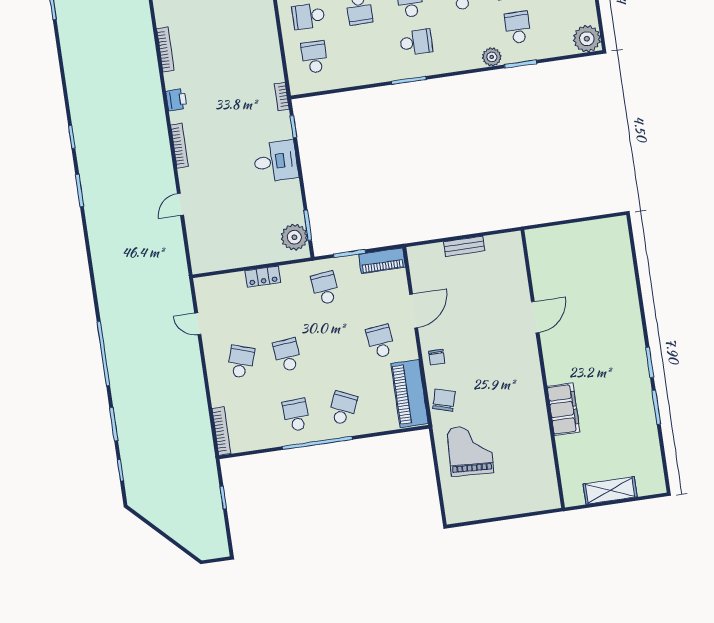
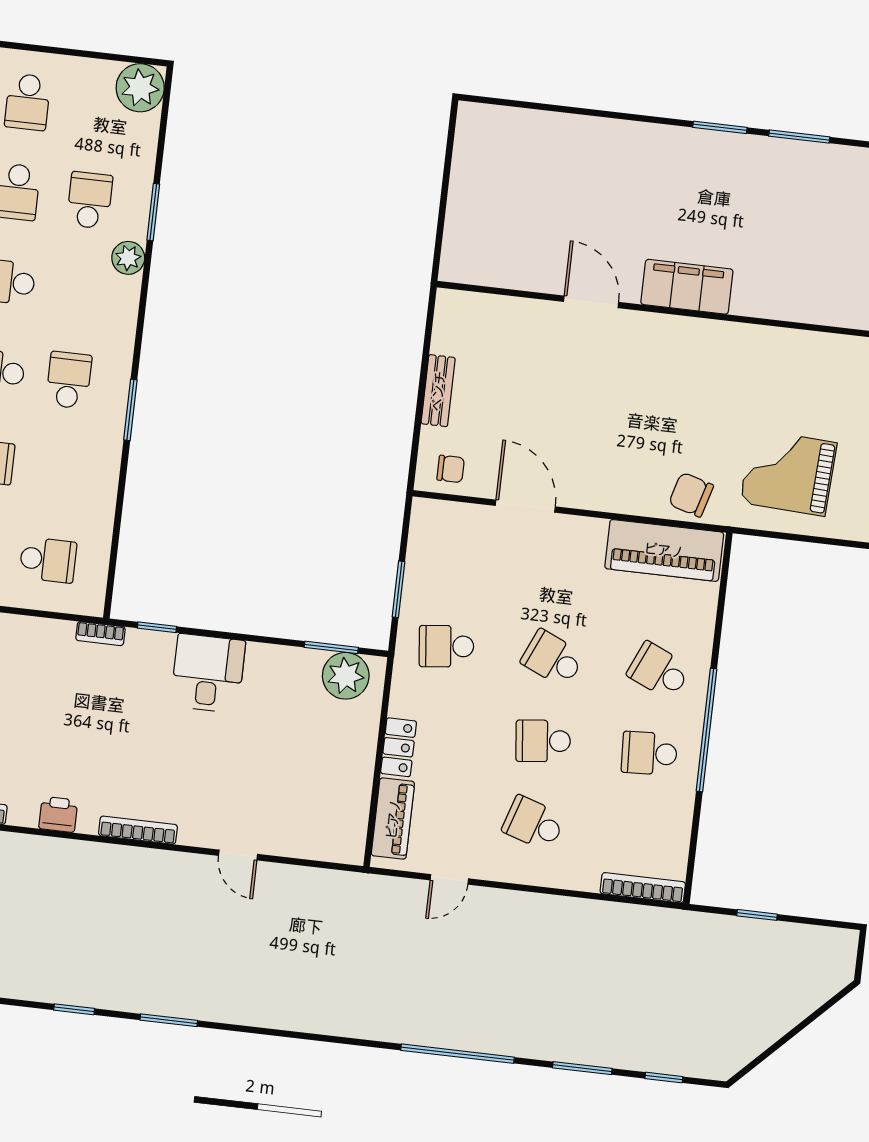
school desk: (518, 27) -> (90, 200), turned 90
school desk: (314, 57) -> (48, 560), turned 180
piano: (382, 261) -> (393, 819), moved
school desk: (381, 341) -> (553, 659), moved, turned 30
chair: (437, 357) -> (451, 469), moved
filing cabinet: (564, 409) -> (687, 287), moved

